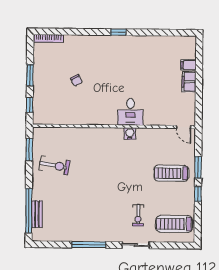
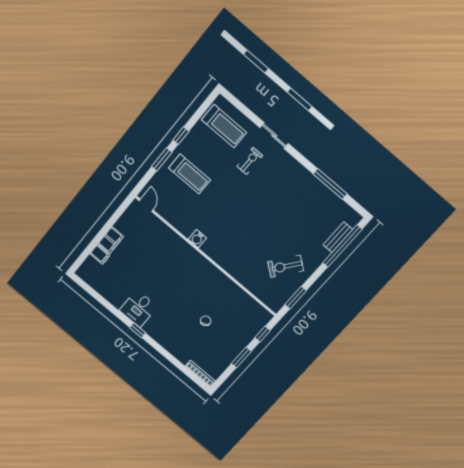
desk: (130, 112) -> (138, 308), moved, turned 180
exercise bike: (54, 165) -> (286, 266), turned -63
window: (89, 245) -> (330, 184), moved

